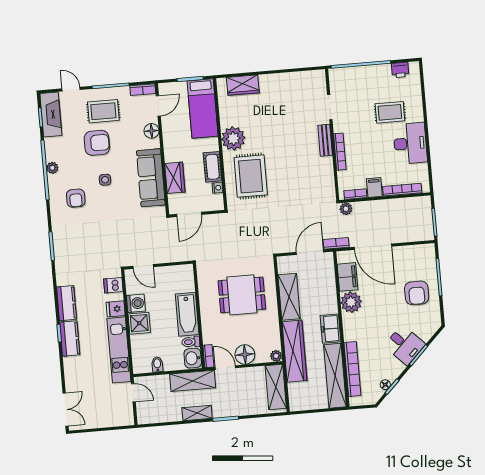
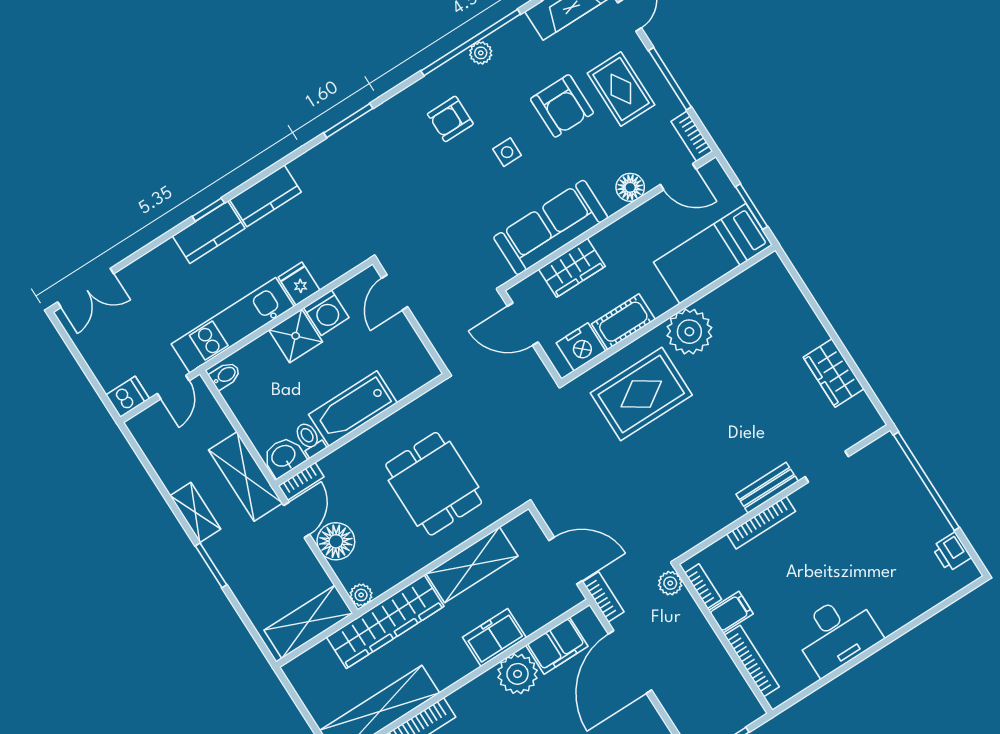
wardrobe: (243, 85) -> (834, 373), moved
rug: (390, 112) -> (871, 572), removed
nightstand: (217, 188) -> (581, 347), width x1.89, depth x1.79
dishwasher: (113, 285) -> (128, 397), moved, turned 90
freezer: (331, 329) -> (494, 637), moved
bidet: (157, 364) -> (225, 375), moved

